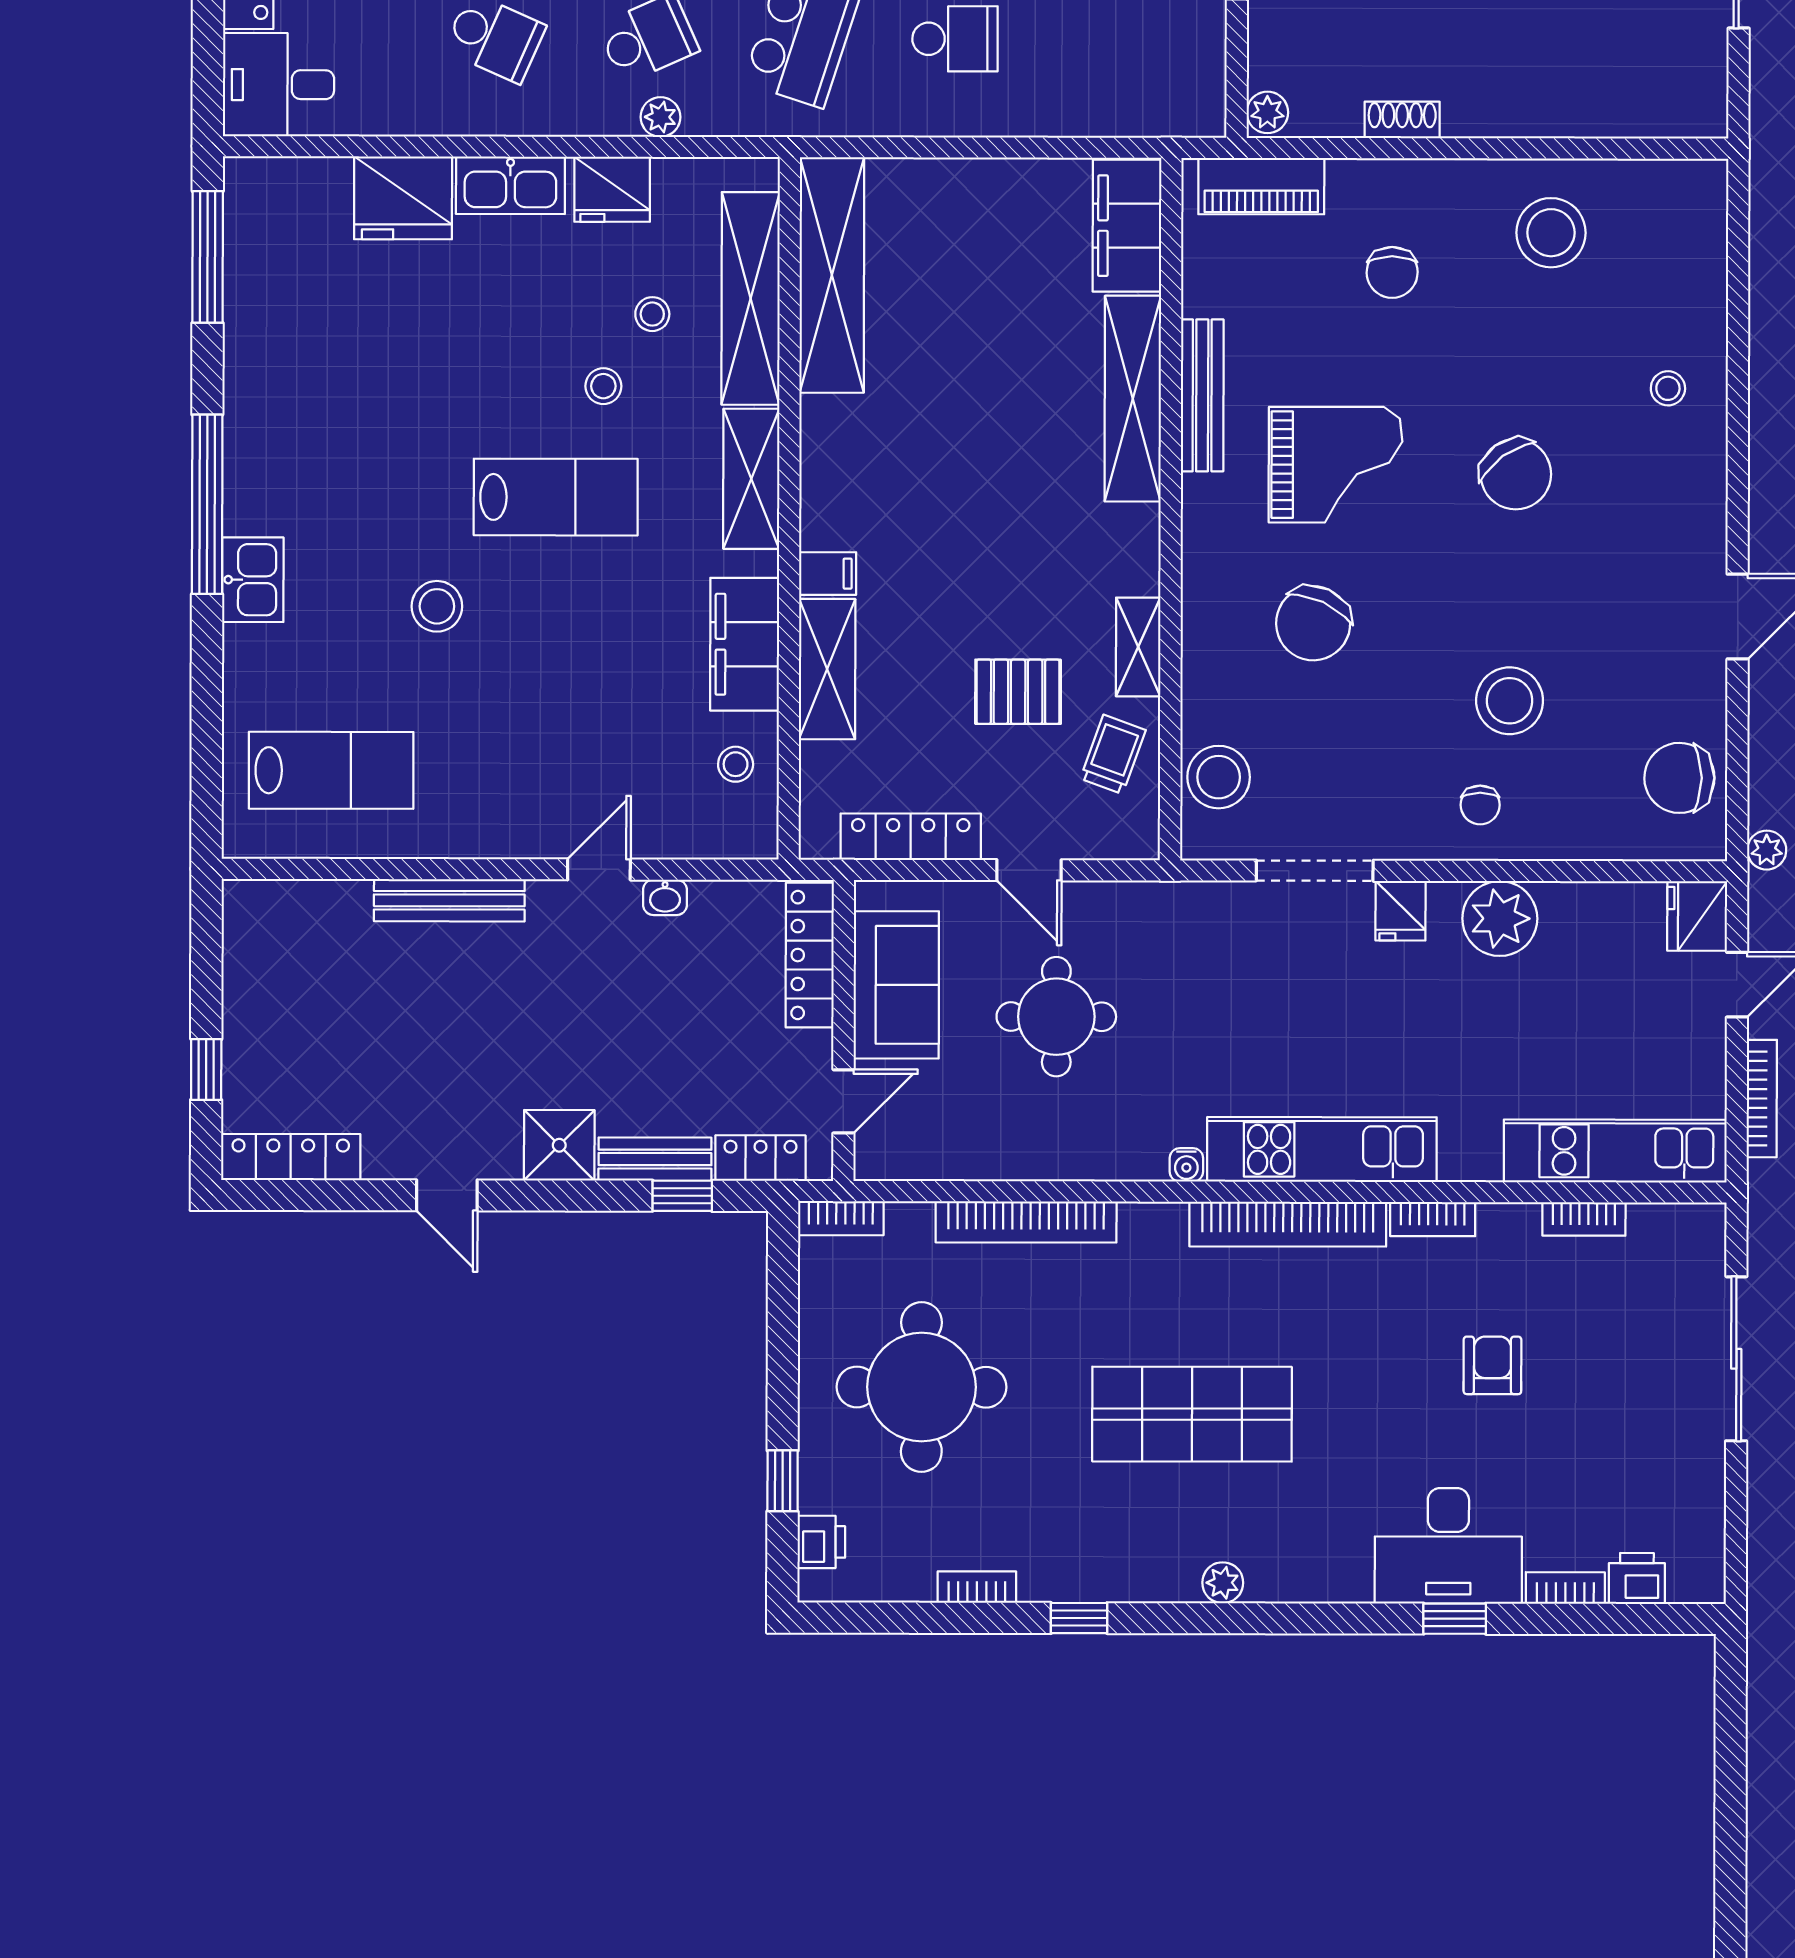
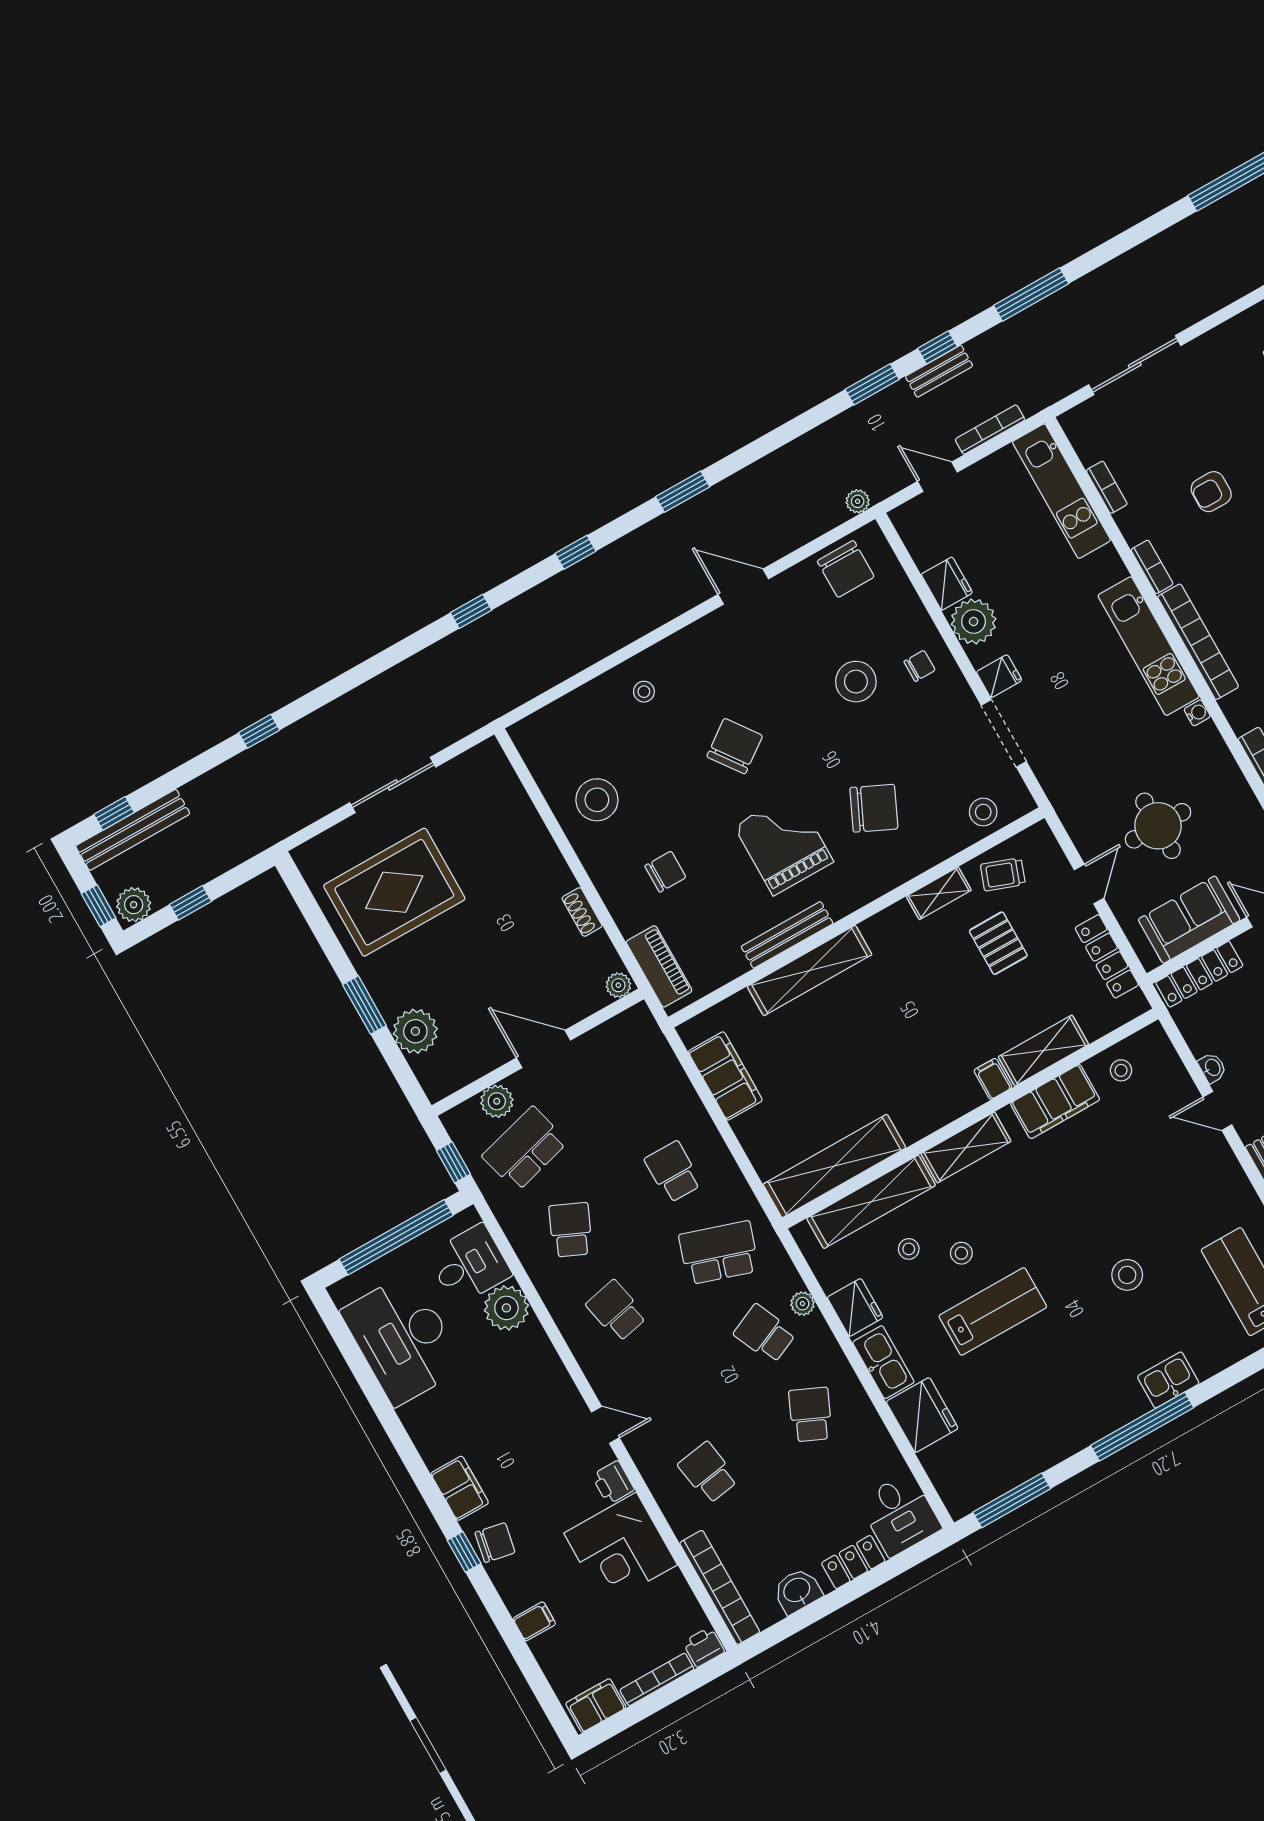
filing cabinet: (1127, 226) -> (725, 1076), moved, turned -90
lab bench: (556, 497) -> (993, 1311), moved, turned 90
stool: (1219, 777) -> (983, 812), width x0.73, depth x0.73
fridge: (1697, 916) -> (947, 584), moved, turned -90

